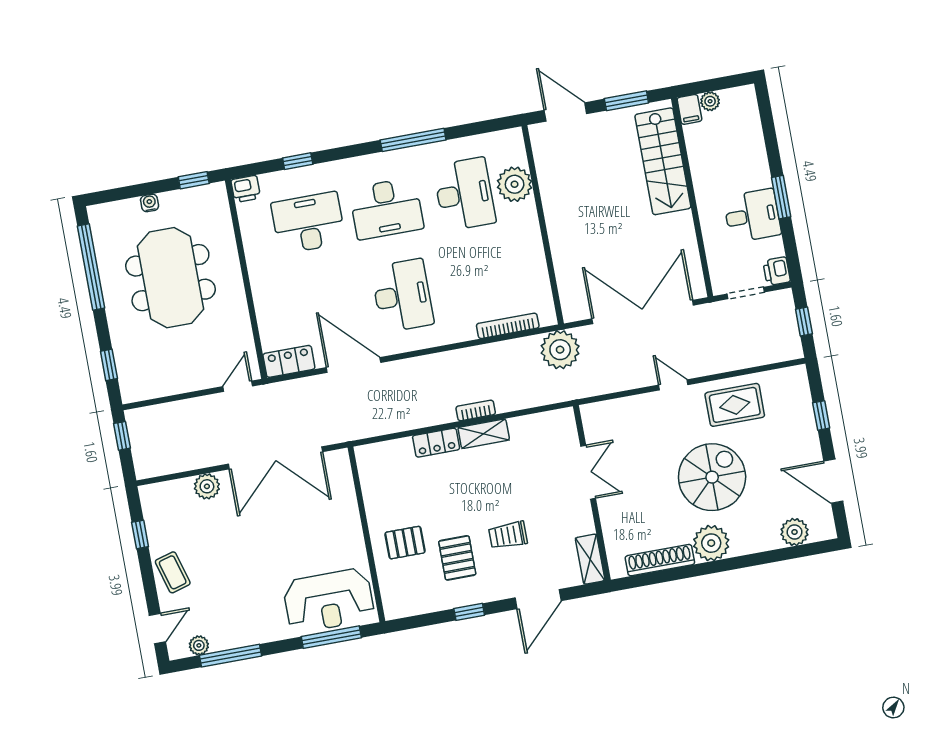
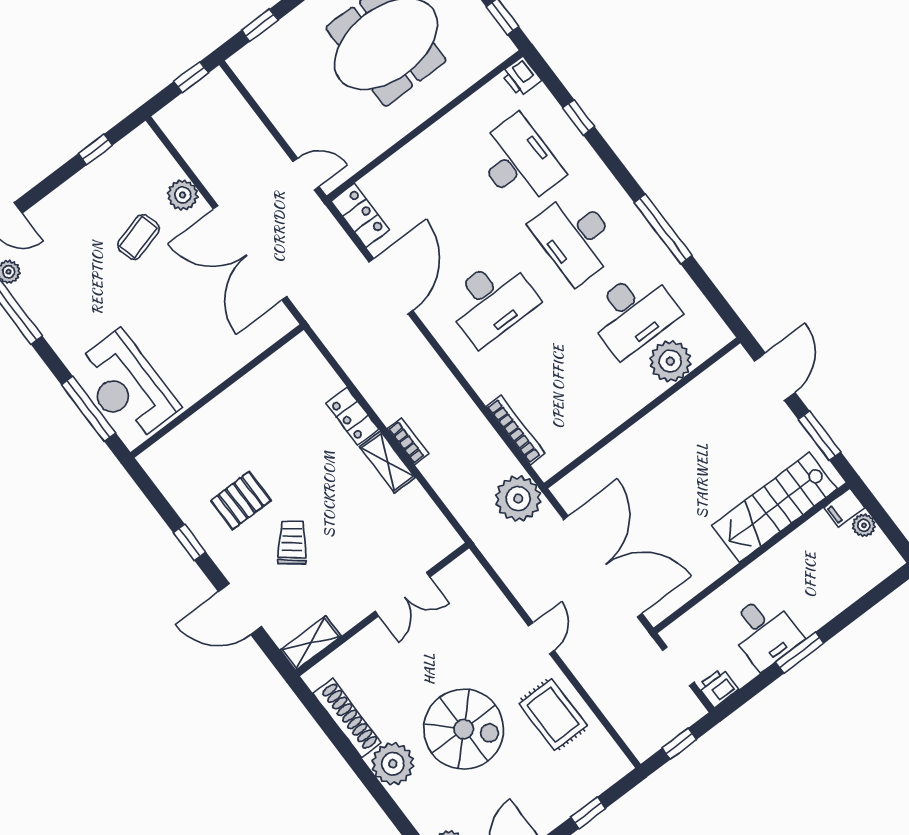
trolley: (508, 535) -> (292, 542), turned 38
pallet: (405, 543) -> (229, 437), removed
coffee table: (173, 572) -> (138, 237), moved

